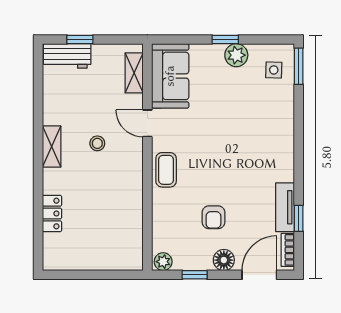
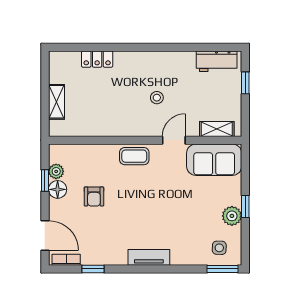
workbench: (67, 56) -> (217, 61), moved, turned -90
shelving: (52, 147) -> (56, 102), moved, turned 90
tv unit: (285, 207) -> (149, 257), moved
armchair: (213, 217) -> (94, 196), turned -90
floor lamp: (224, 260) -> (58, 189), moved
plant: (163, 262) -> (56, 171), moved

